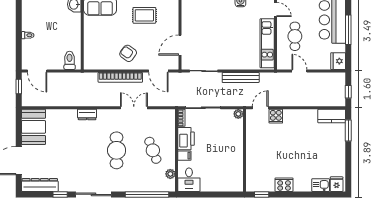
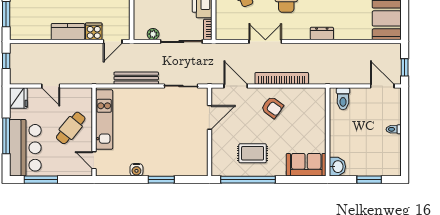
cafe table: (295, 36) -> (71, 128), turned 39
door: (299, 71) -> (51, 86), moved
double door: (134, 108) -> (265, 42), swing flipped
plant: (238, 114) -> (153, 34), moved
kitchen counter: (332, 116) -> (68, 32), moved

